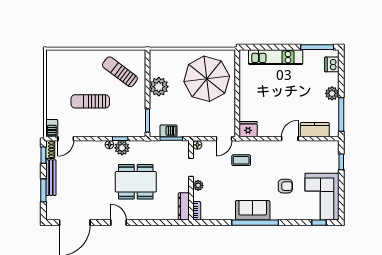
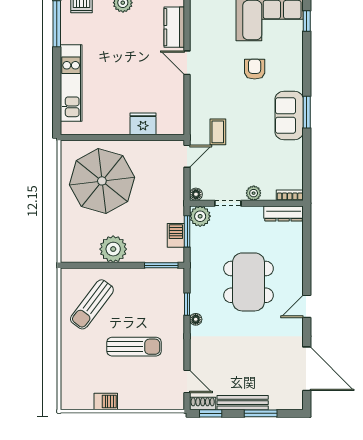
sun lounger: (90, 101) -> (134, 347), turned -90
barbecue: (52, 128) -> (106, 401), moved
fridge: (248, 129) -> (143, 124), moved, turned 90
door: (224, 139) -> (187, 156), hinge flipped
plant: (122, 148) -> (200, 216), moved
window: (255, 223) -> (307, 112), width x0.47

